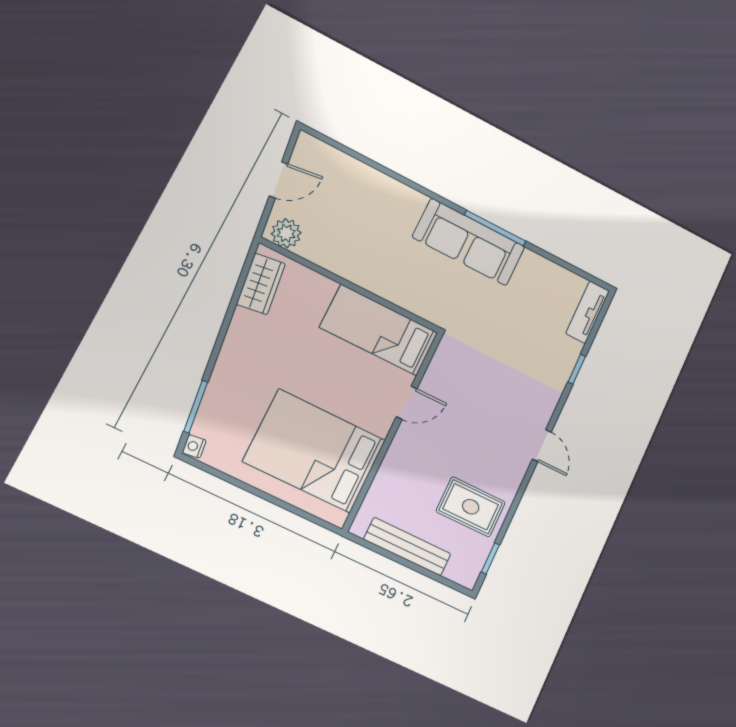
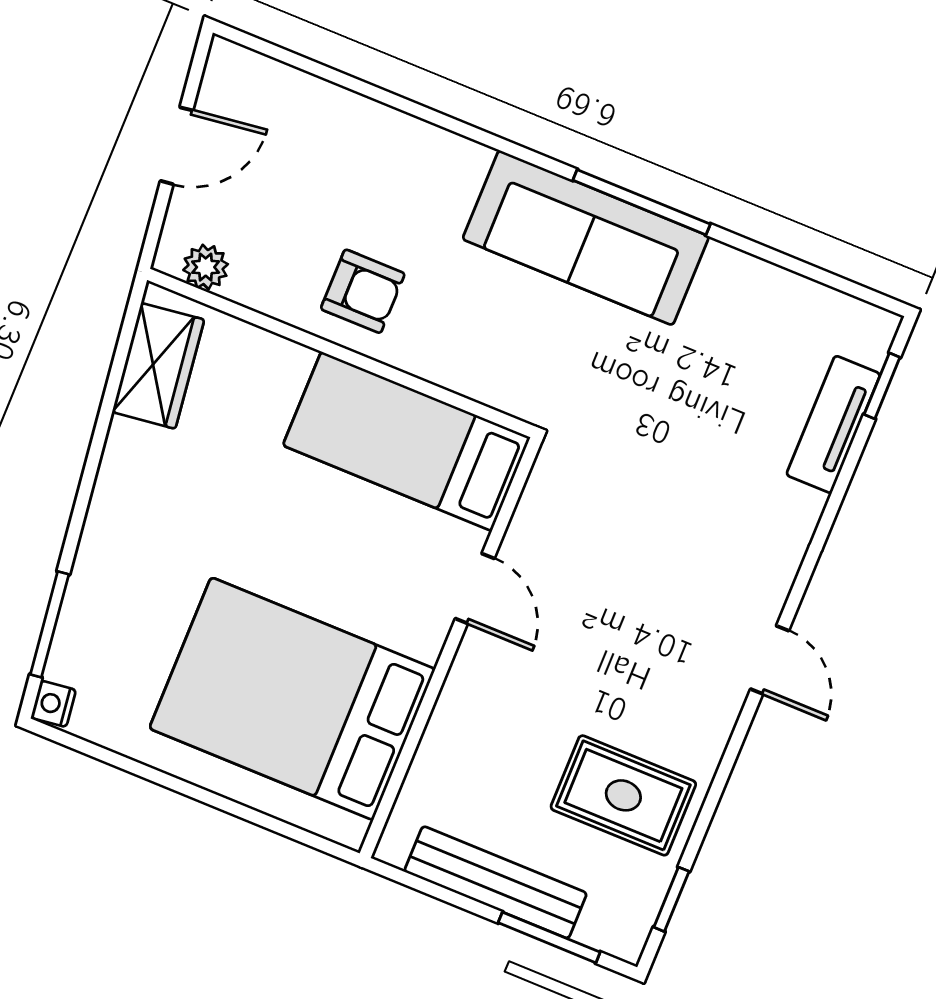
plant: (286, 233) -> (206, 267), width x0.73, depth x0.73
armchair: (363, 257) -> (363, 291), added
tv unit: (588, 312) -> (833, 424), moved
window: (577, 369) -> (882, 386), moved
door: (407, 403) -> (475, 588), hinge flipped
window: (431, 575) -> (549, 937), added

